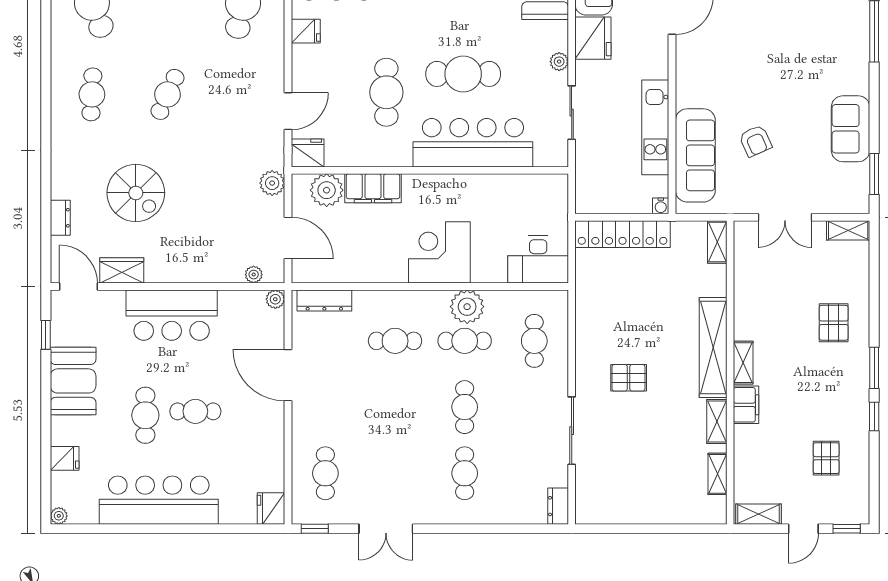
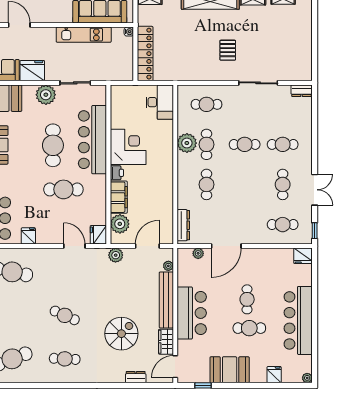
plant: (559, 62) -> (46, 95), width x1.87, depth x1.87
printer: (415, 185) -> (117, 173), added
corner desk: (439, 252) -> (128, 147), moved, turned 180
bench: (194, 271) -> (166, 300), added
plant: (275, 299) -> (198, 253), moved
cafe table: (395, 473) -> (283, 184), added

